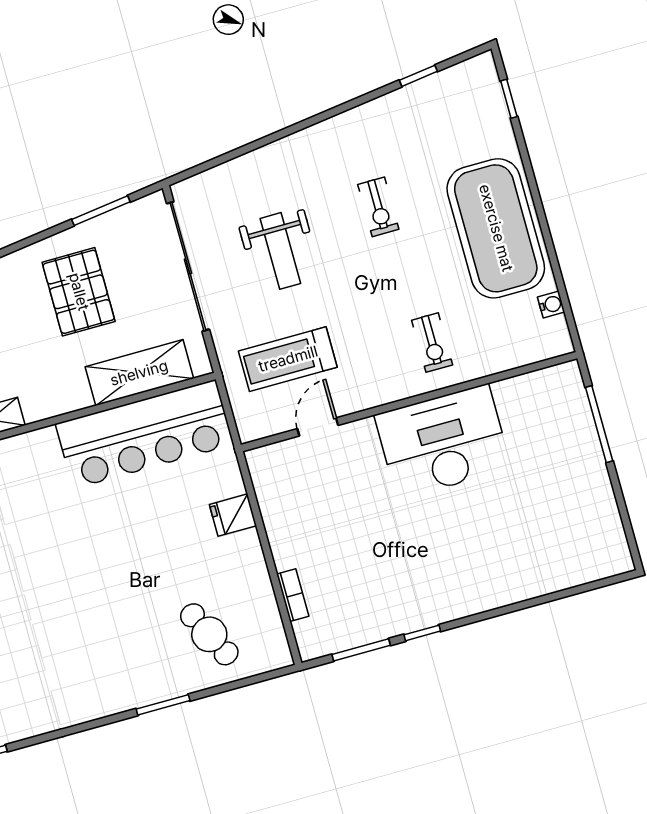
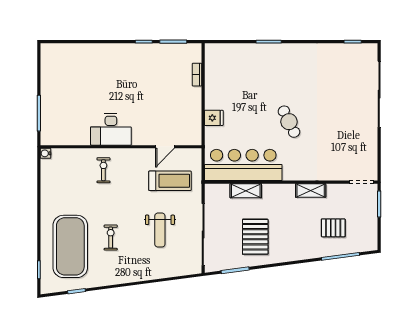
exercise mat: (496, 228) -> (70, 246), moved
weight bench: (280, 251) -> (160, 230), turned 180
water cooler: (551, 305) -> (46, 153), moved
shelving: (139, 373) -> (246, 191), width x0.67, depth x0.75
desk: (443, 442) -> (111, 129), width x0.73, depth x0.77
cafe table: (209, 634) -> (289, 122), moved

